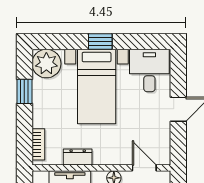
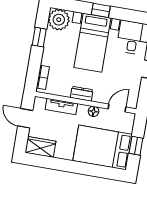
dresser: (78, 157) -> (82, 94), moved
door: (144, 168) -> (117, 108), hinge flipped

